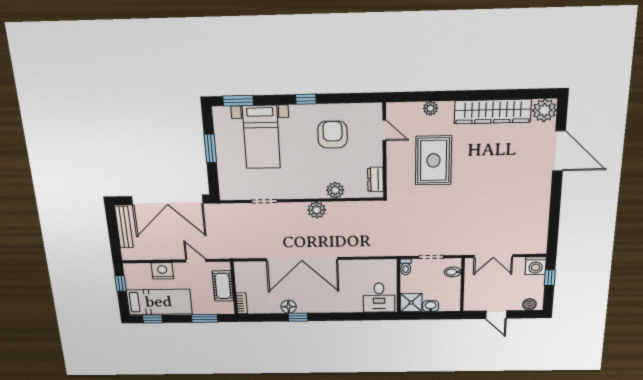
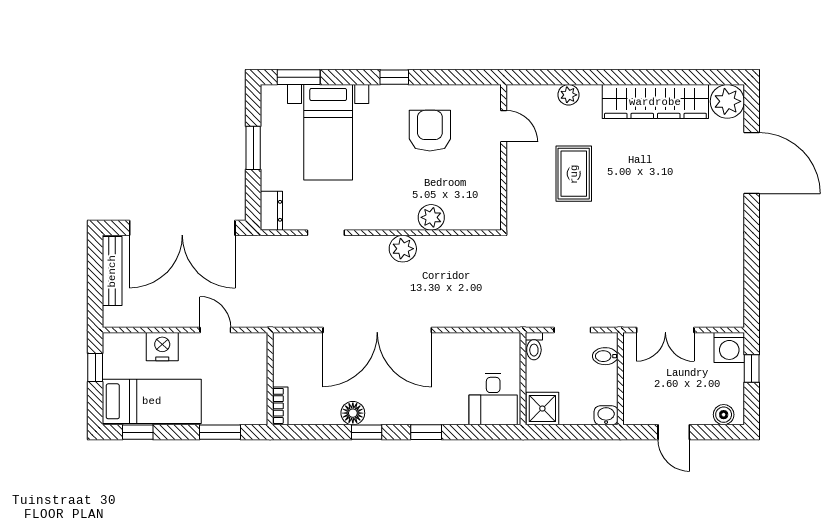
rug: (433, 160) -> (574, 174), width x0.73, depth x0.70
dresser: (376, 180) -> (271, 211), moved, turned 180
cot: (223, 286) -> (253, 375), removed
washbasin: (431, 306) -> (606, 415), moved
window: (336, 317) -> (426, 432), added

